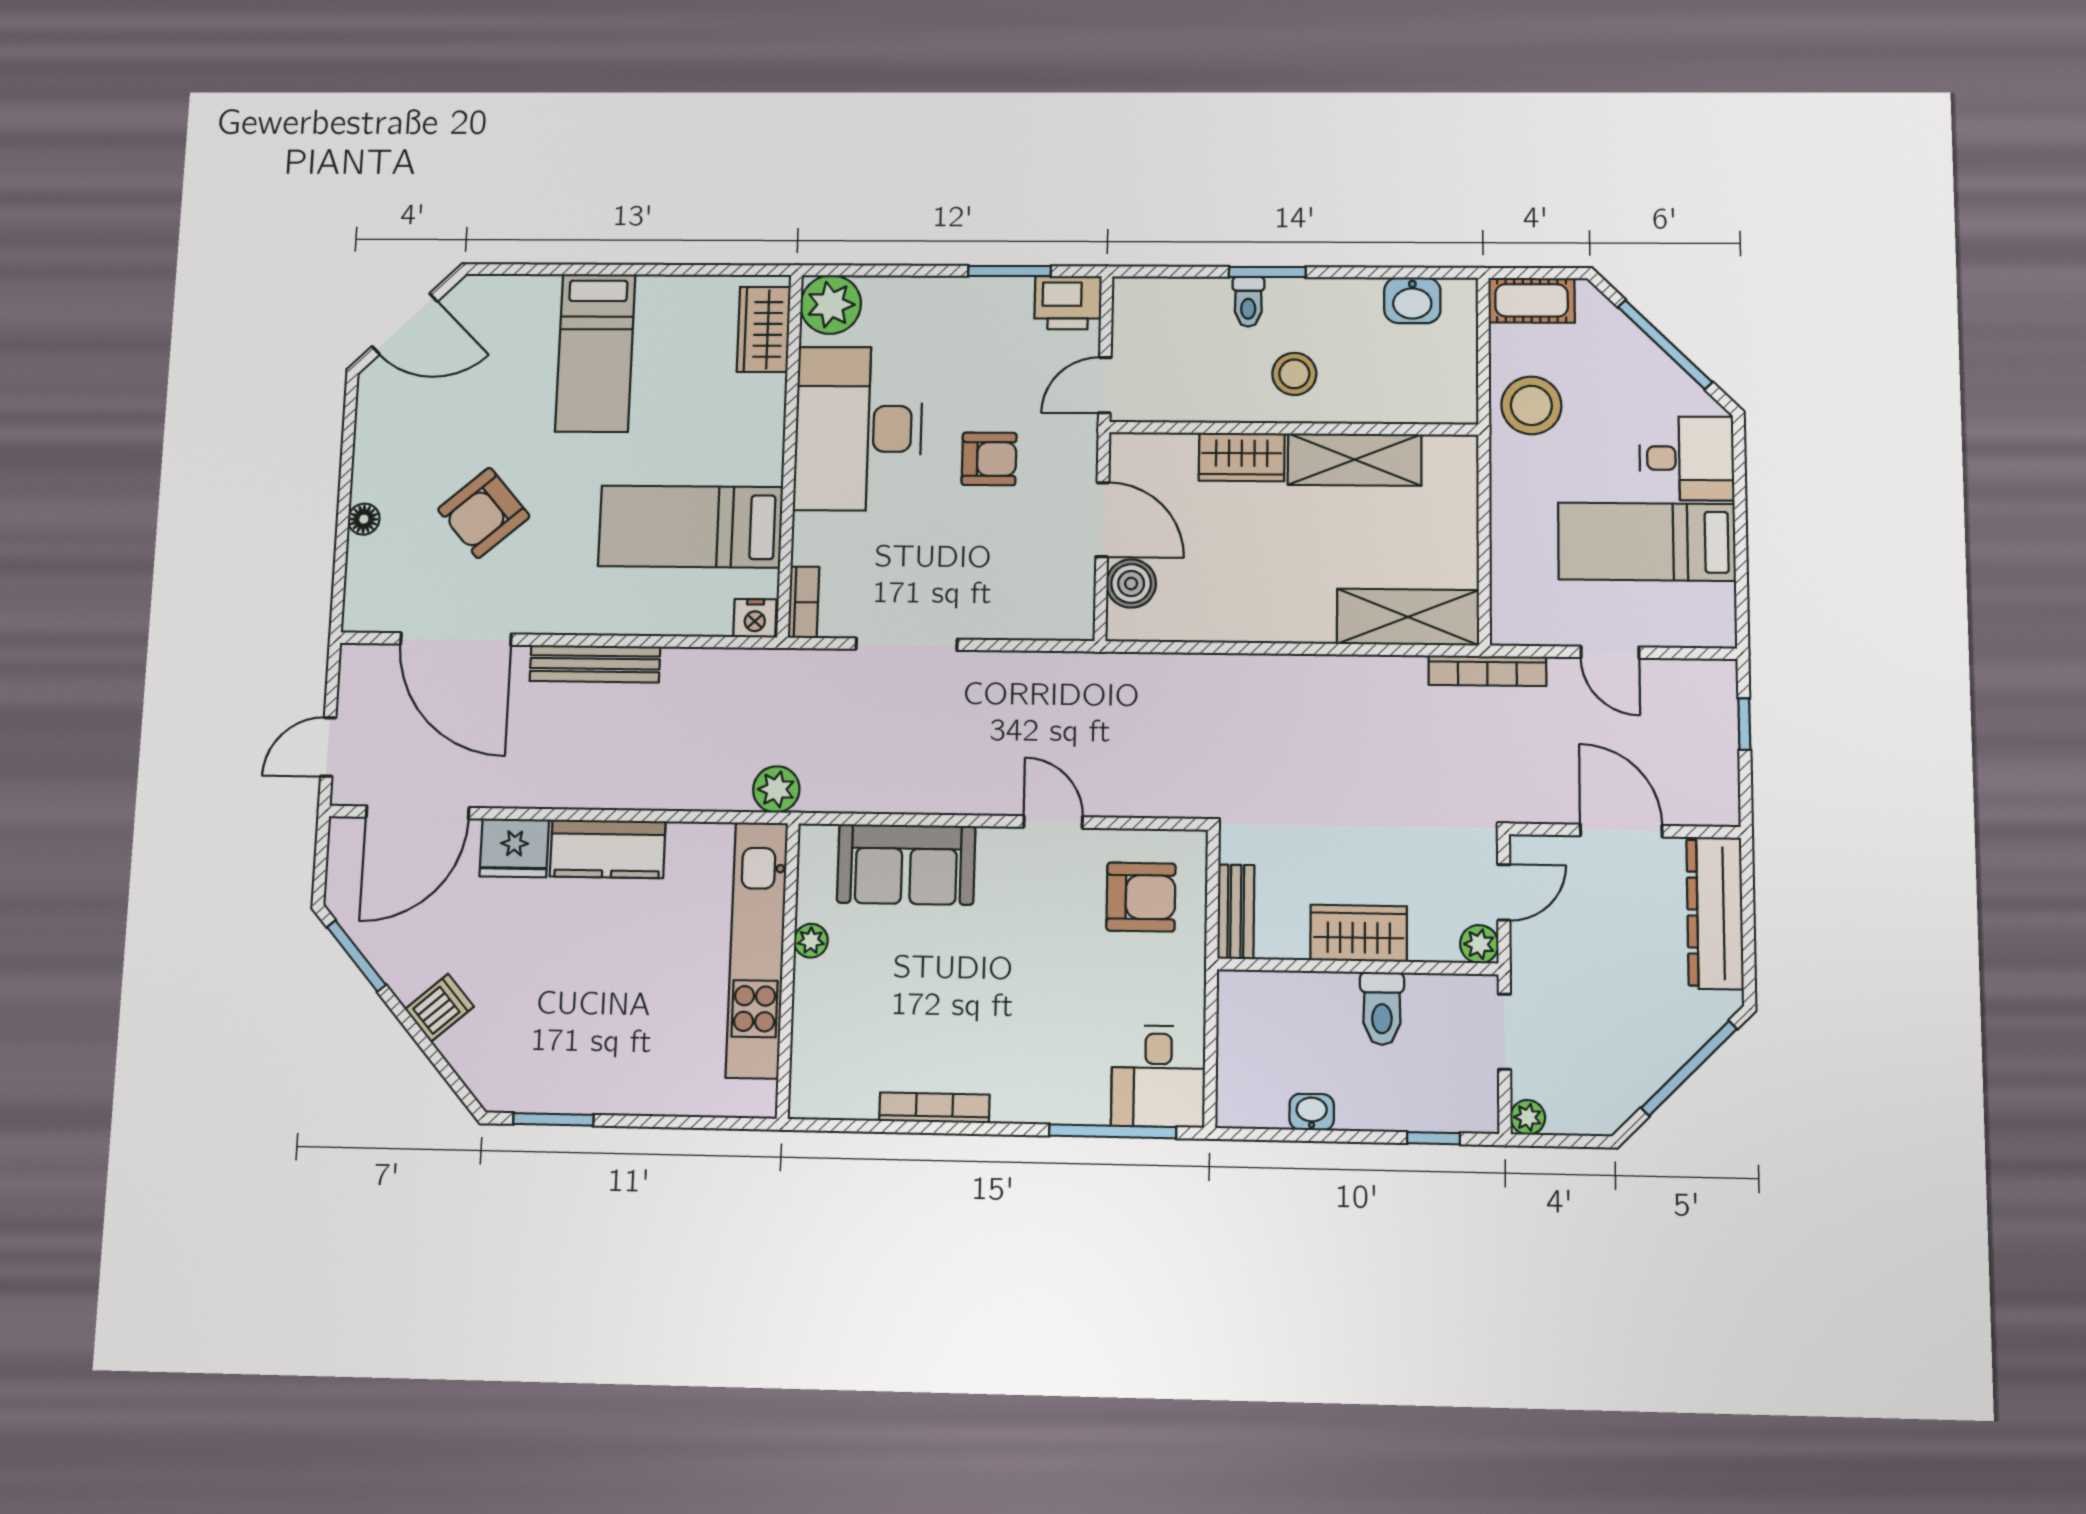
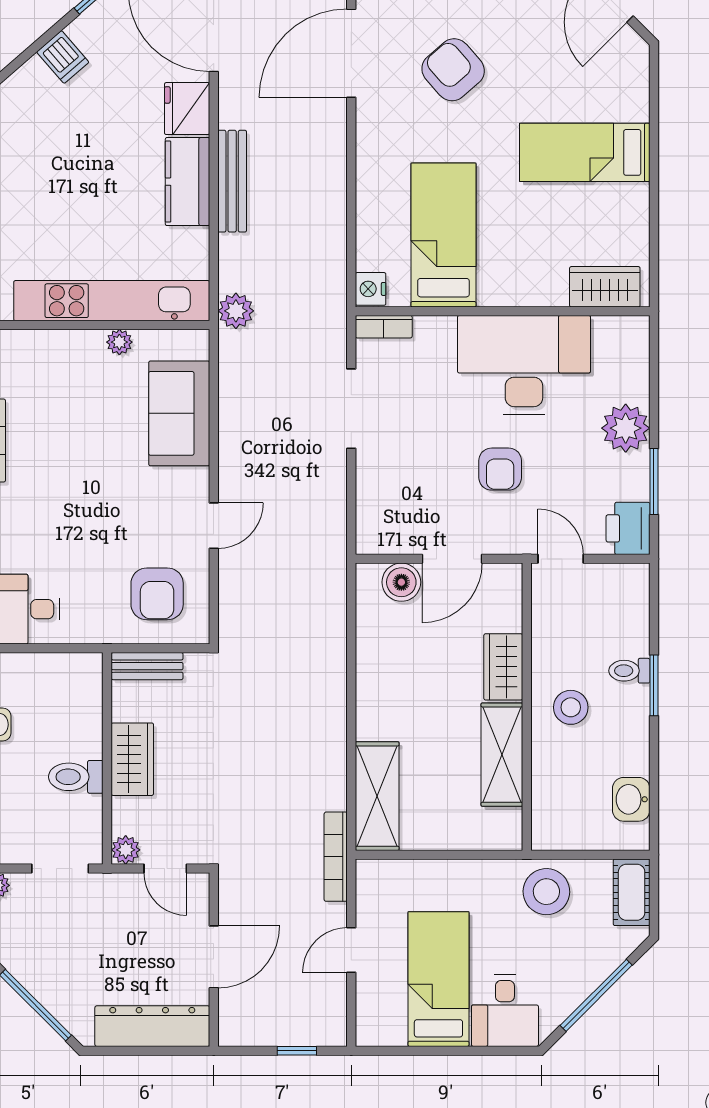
plant: (831, 305) -> (626, 428), moved
bench: (595, 664) -> (232, 181), moved

